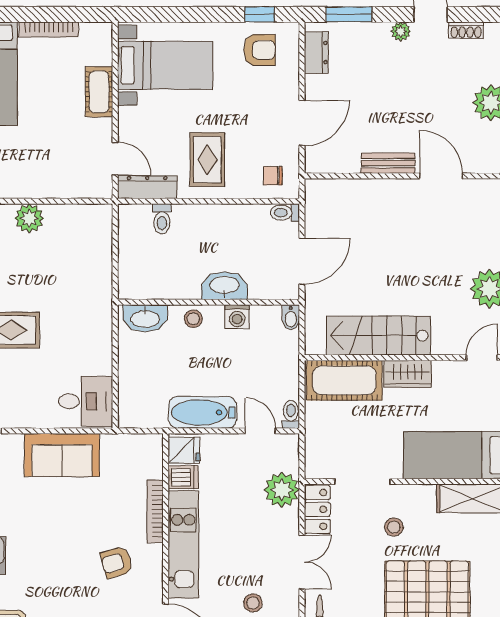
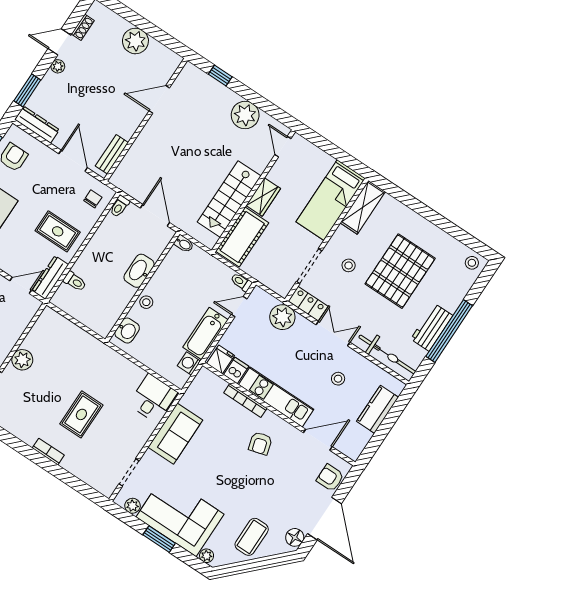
dresser: (316, 53) -> (37, 125), width x1.44
bench: (388, 163) -> (112, 154), moved
chair: (273, 176) -> (93, 199), turned 180
washing machine: (237, 317) -> (189, 363), moved, turned 180
washbasin: (145, 318) -> (127, 331), width x0.72

